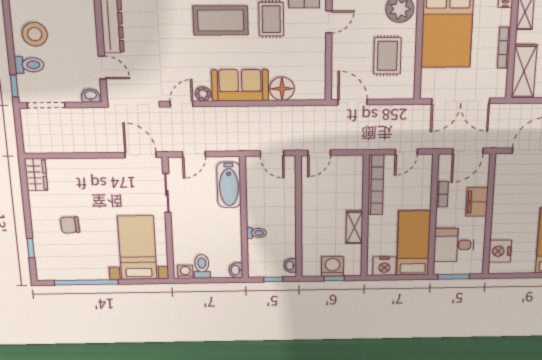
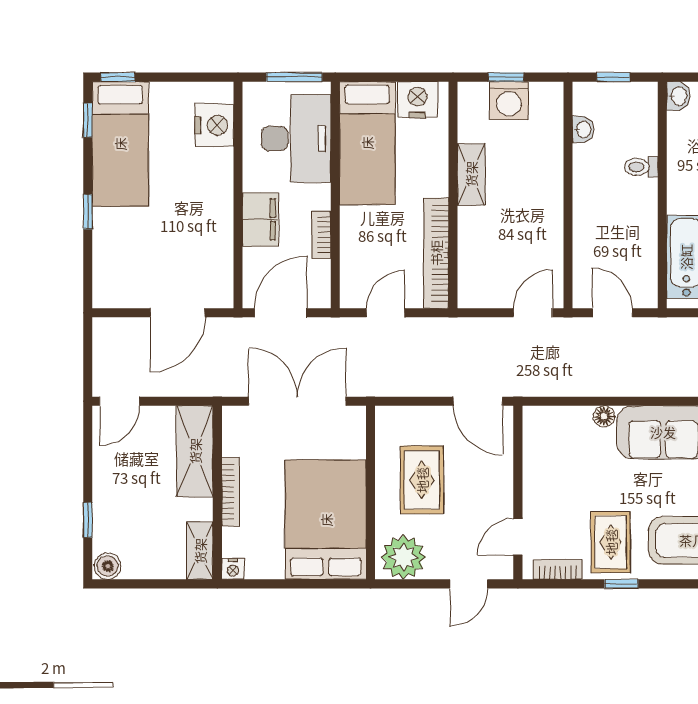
floor lamp: (282, 89) -> (604, 416), width x0.53, depth x0.53
desk: (454, 245) -> (296, 138), width x1.37
washbasin: (290, 266) -> (583, 129), moved

